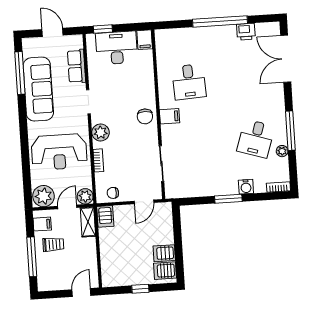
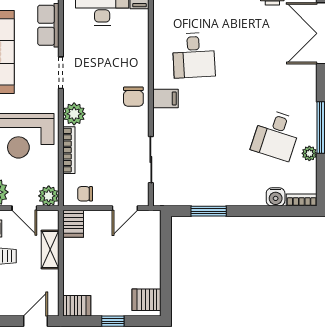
bookcase: (98, 160) -> (69, 150), width x1.56
water cooler: (246, 187) -> (276, 197), moved
window: (228, 199) -> (209, 211), moved
door: (67, 207) -> (24, 208), swing flipped
shelving: (88, 222) -> (50, 250), moved
server rack: (164, 253) -> (77, 306), moved, turned 180

